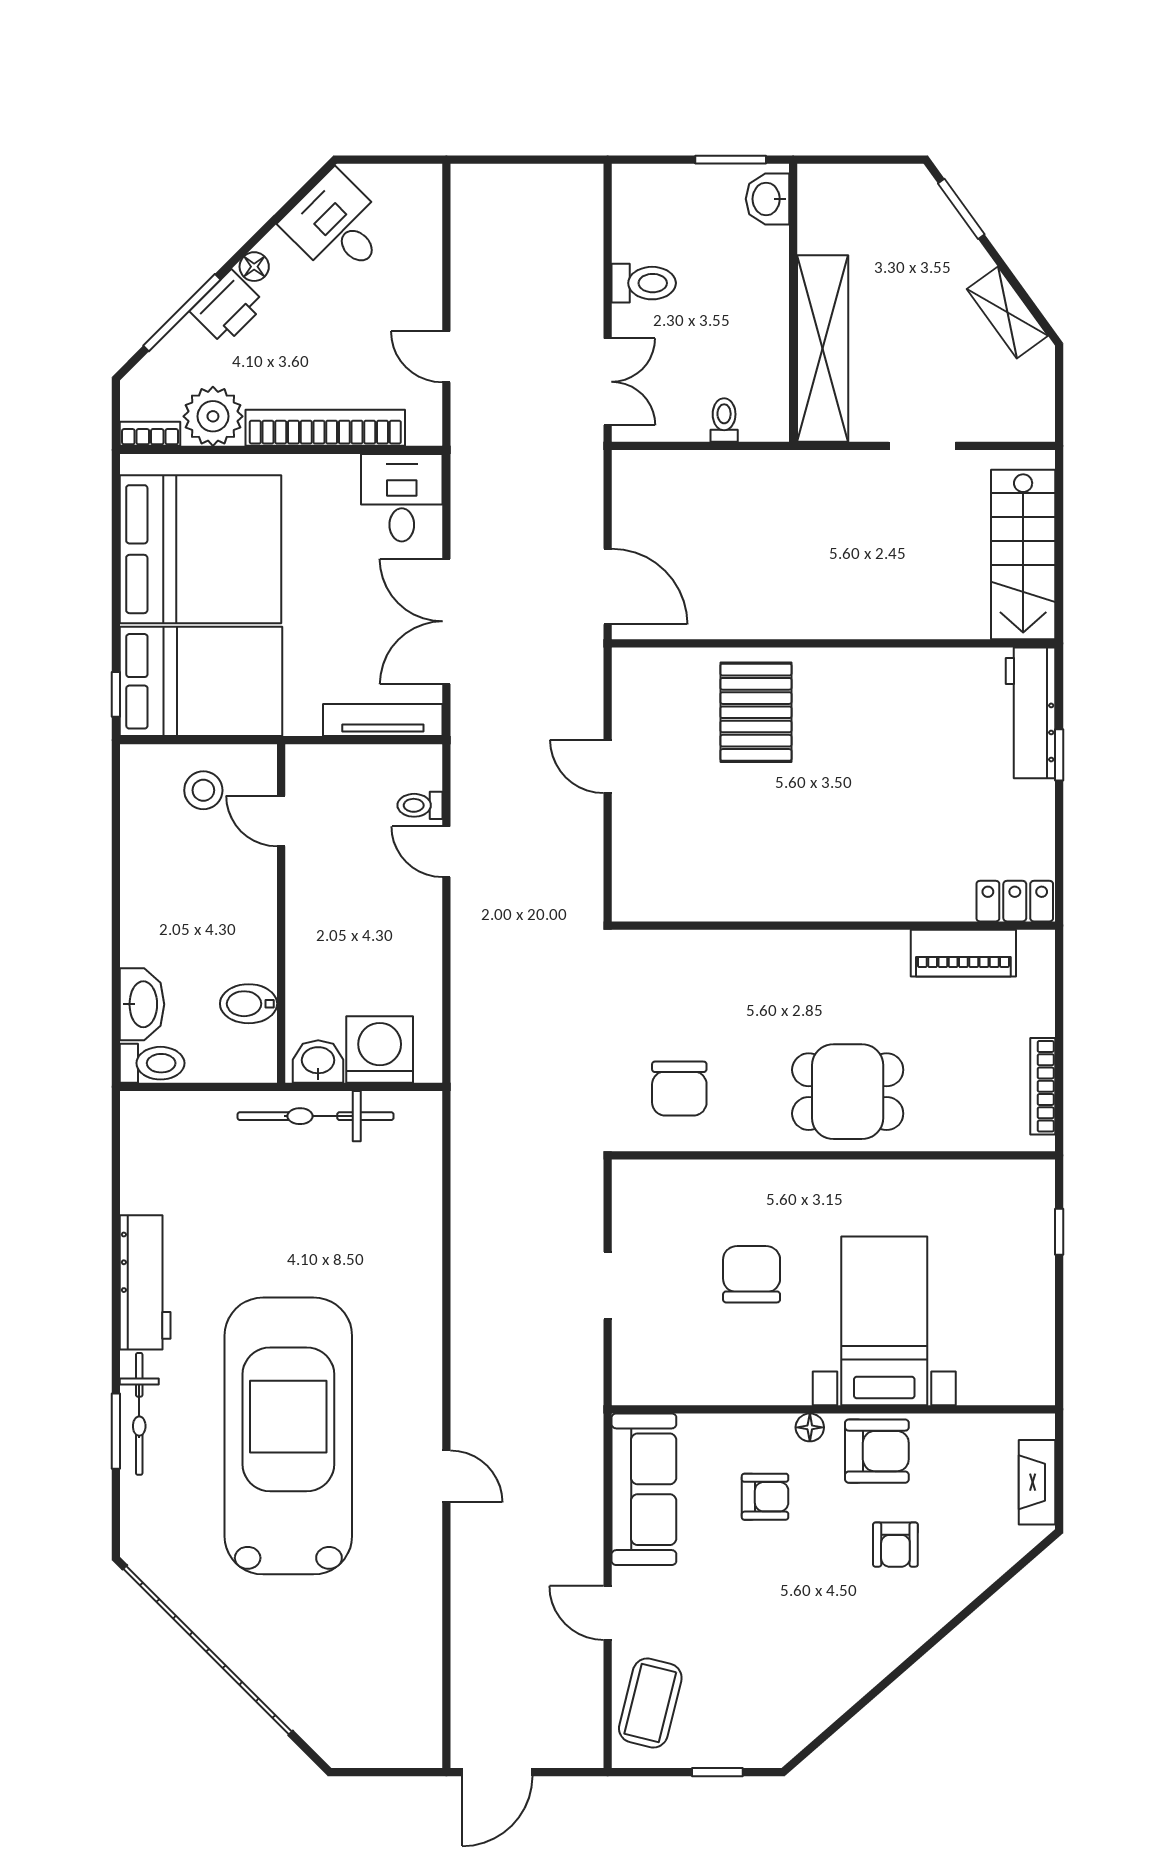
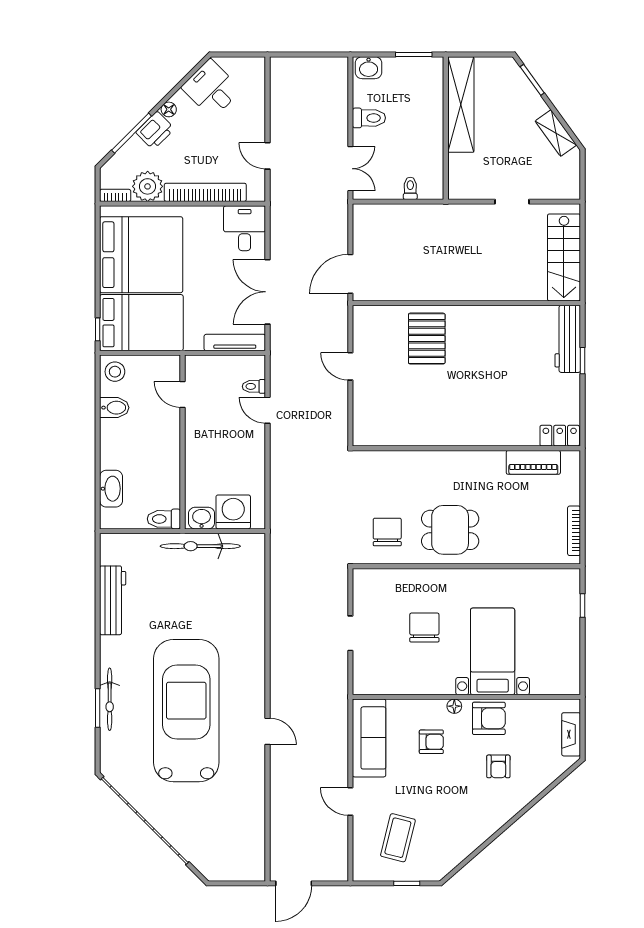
washbasin: (767, 199) -> (369, 68), moved, turned -90
shelving: (823, 348) -> (461, 105), moved
door: (608, 587) -> (350, 274), swing flipped
stool: (203, 790) -> (115, 372), moved
bidet: (249, 1004) -> (114, 408), moved, turned 180
toilet: (152, 1063) -> (164, 519), moved, turned 180
chair: (679, 1089) -> (387, 532), turned 180
dining table: (848, 1092) -> (450, 530), moved
workbench: (145, 1282) -> (113, 600), moved
coffee table: (650, 1703) -> (398, 838), moved

